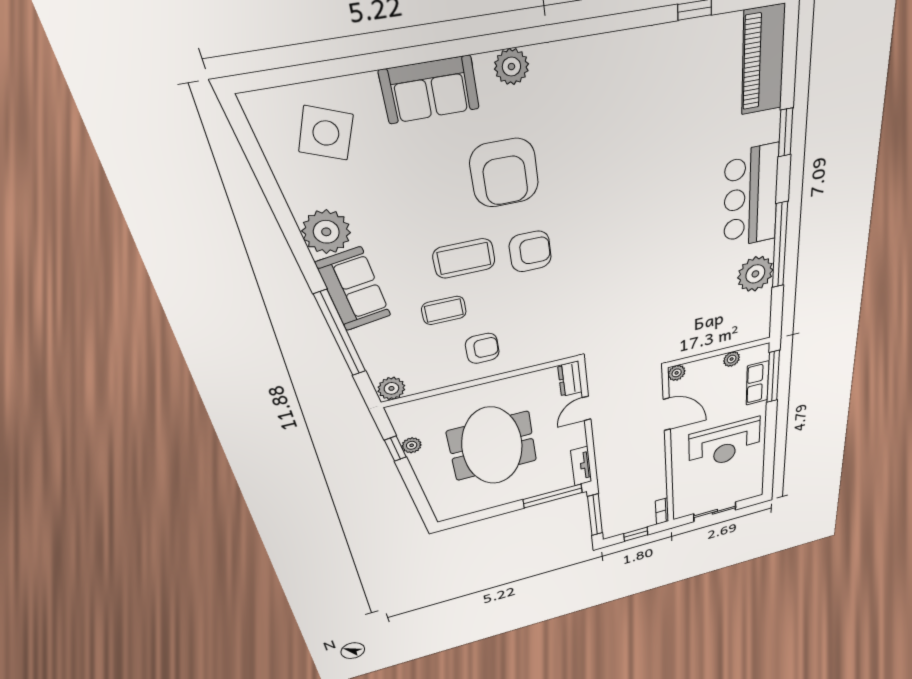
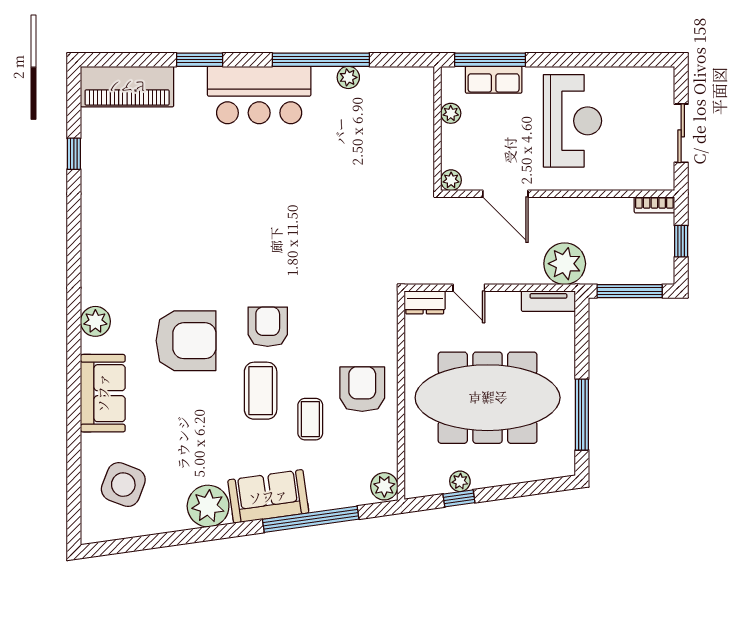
plant: (755, 274) -> (348, 77), width x0.53, depth x0.53
armchair: (482, 348) -> (362, 389), width x1.38, depth x1.38
door: (667, 414) -> (505, 194), swing flipped
meeting table: (492, 446) -> (488, 398), width x1.36
plant: (613, 469) -> (565, 264), added
window: (553, 496) -> (582, 415), moved

